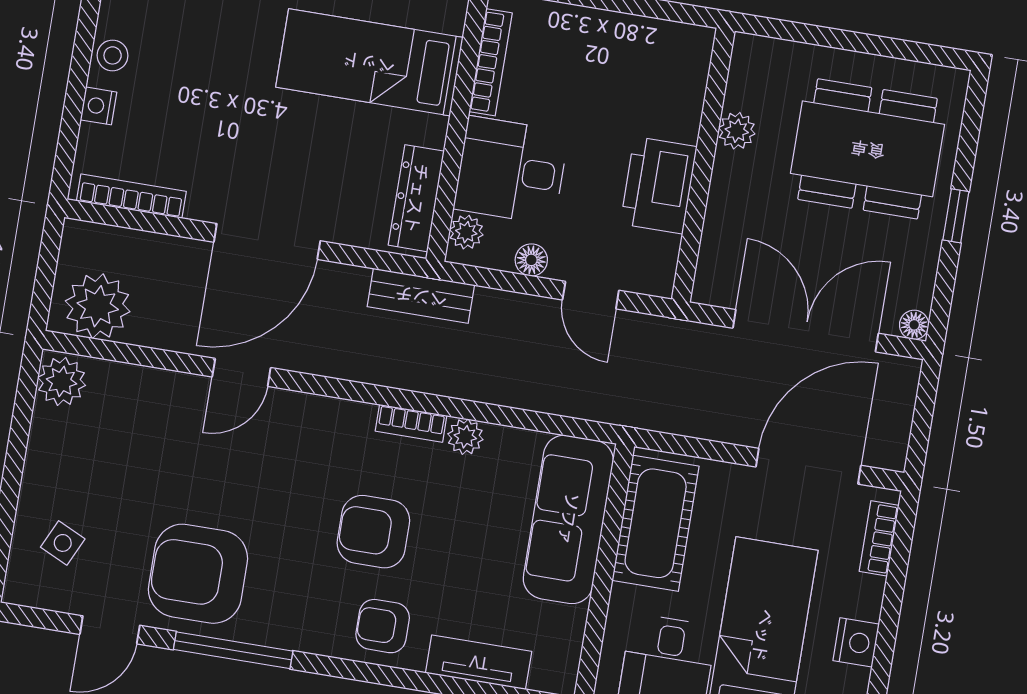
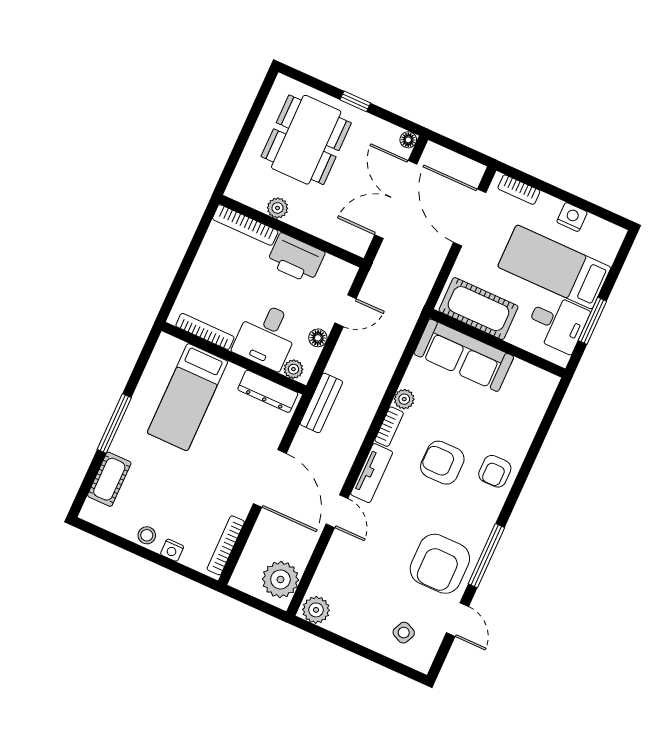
bookcase: (693, 83) -> (245, 225), added
armchair: (373, 532) -> (442, 463), turned 90
tv unit: (479, 662) -> (372, 473), moved, turned 180

